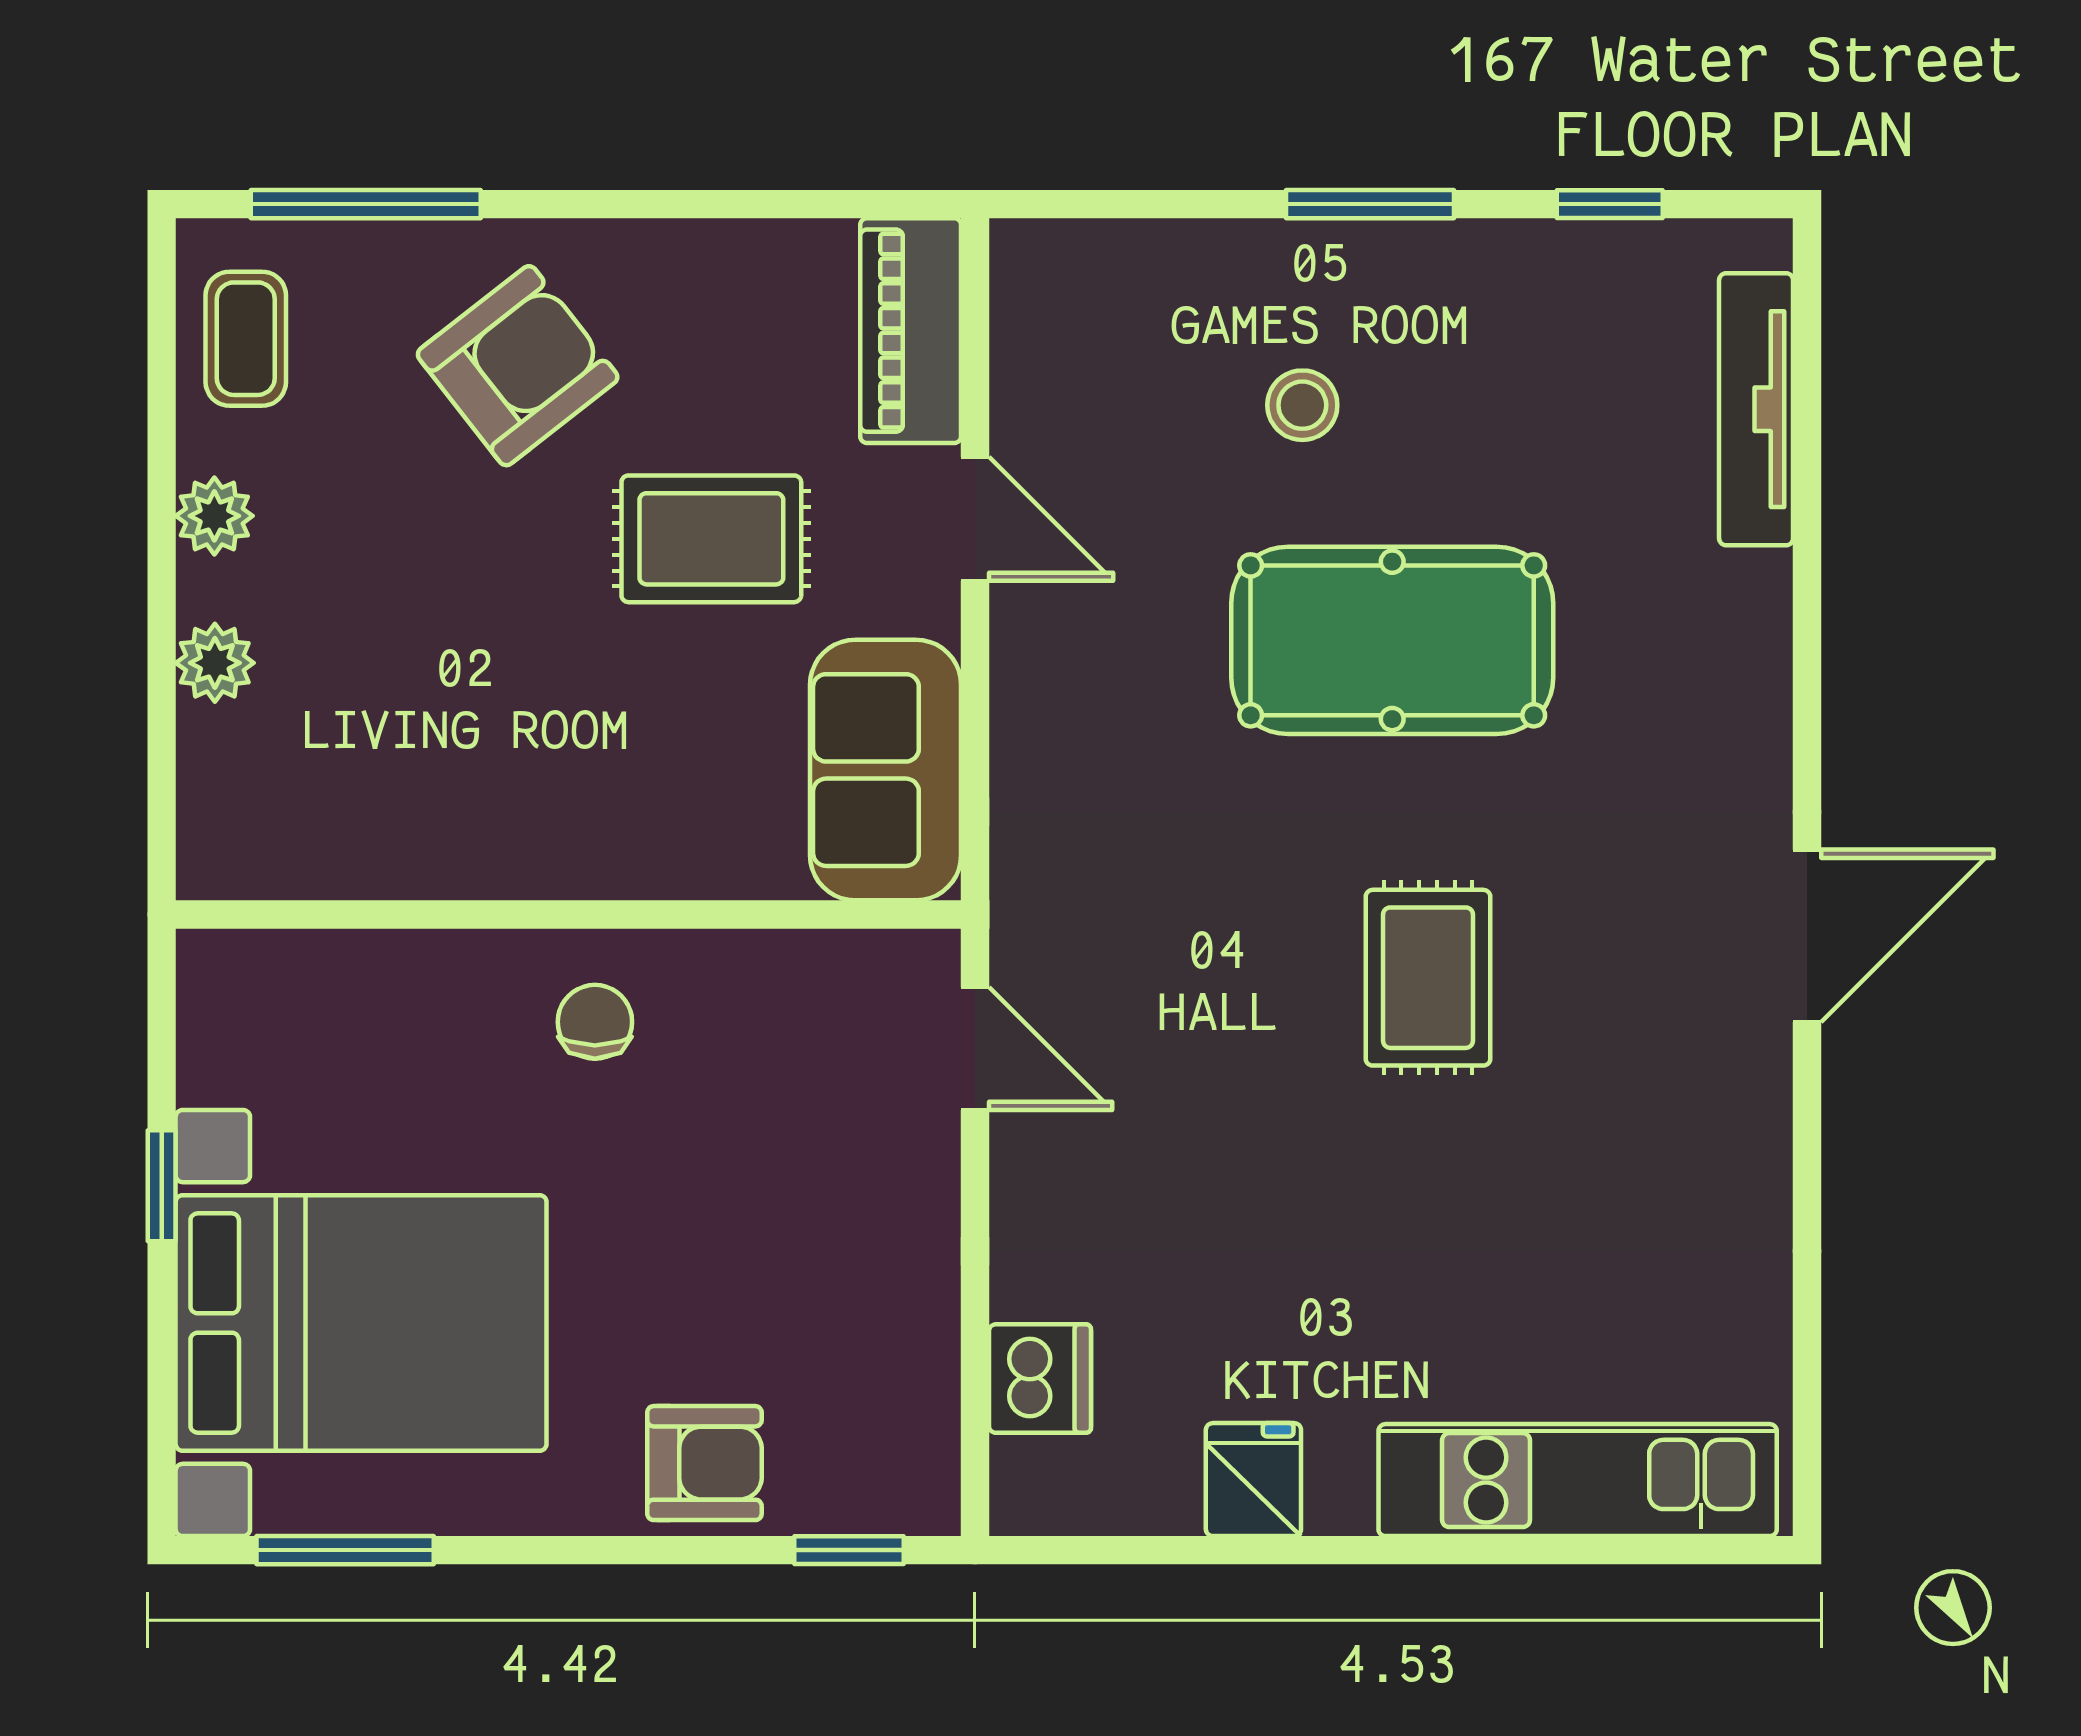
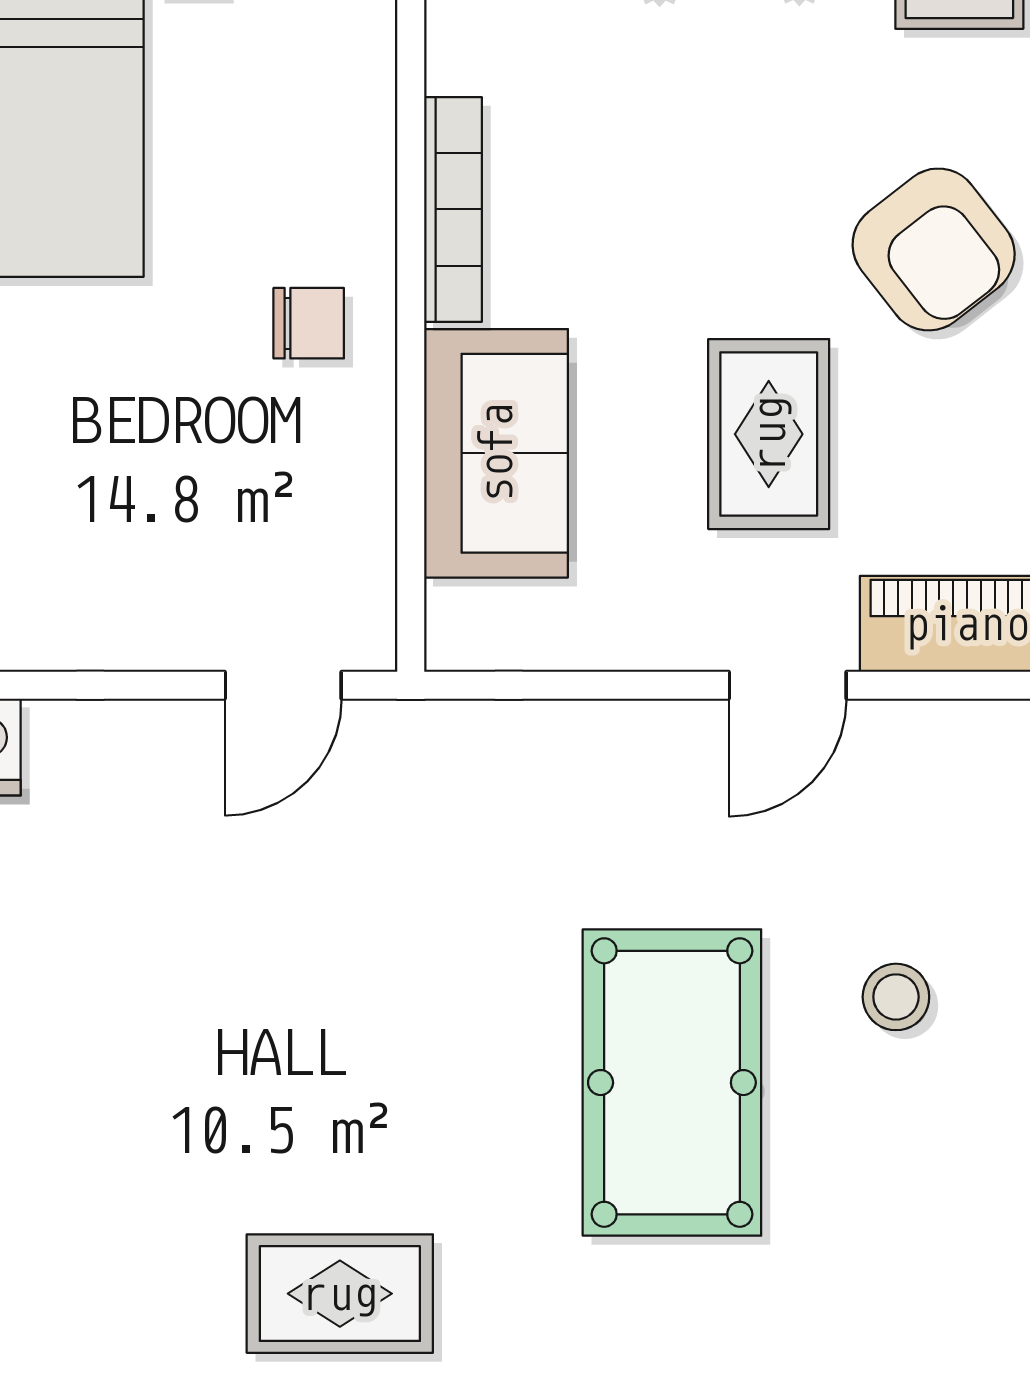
sofa: (886, 770) -> (496, 453), moved, turned 90
bookcase: (476, 870) -> (453, 209), added
rug: (1428, 978) -> (340, 1294), moved

